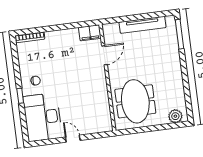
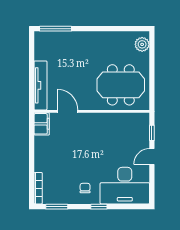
tv unit: (142, 25) -> (40, 85), moved
window: (15, 57) -> (57, 207), added
window: (95, 136) -> (152, 133), added

